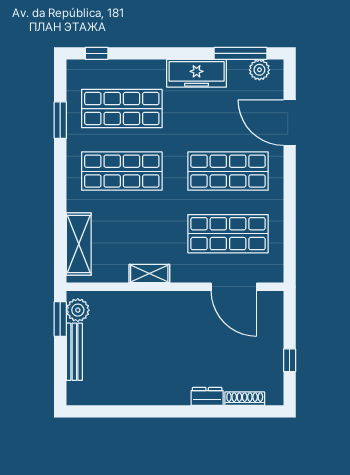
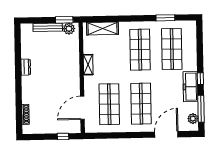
window: (97, 53) -> (200, 79), moved
window: (290, 360) -> (63, 136), moved
dresser: (207, 396) -> (26, 67), moved

